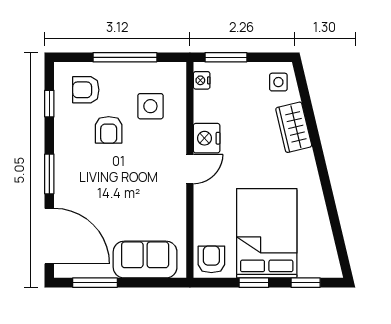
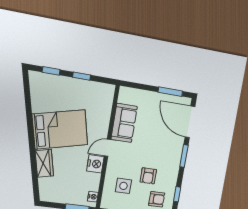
side table: (278, 82) -> (49, 190), removed
armchair: (109, 130) -> (148, 176), turned 180
bed: (267, 233) -> (60, 129), moved, turned -103
armchair: (211, 259) -> (104, 94), removed
sofa: (145, 260) -> (124, 123), moved, turned -90

